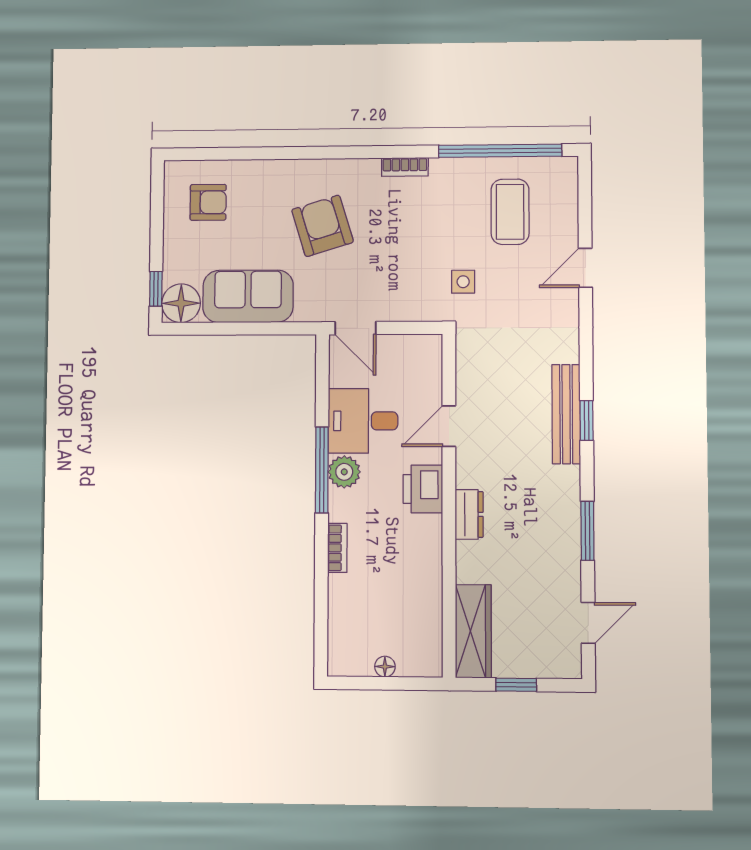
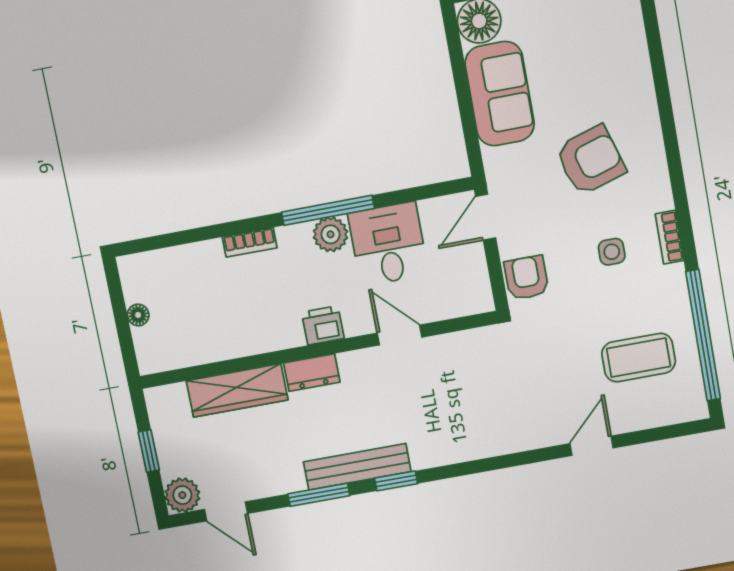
armchair: (208, 202) -> (526, 278), moved, turned 180
door: (585, 268) -> (592, 446), hinge flipped
side table: (463, 282) -> (612, 252), moved
bench: (566, 414) -> (357, 467), moved
window: (587, 421) -> (396, 481), moved
printer: (423, 489) -> (323, 325), width x0.73, depth x0.81
wardrobe: (473, 631) -> (237, 390), moved
plant: (565, 662) -> (182, 495), added

